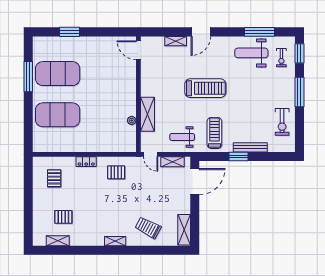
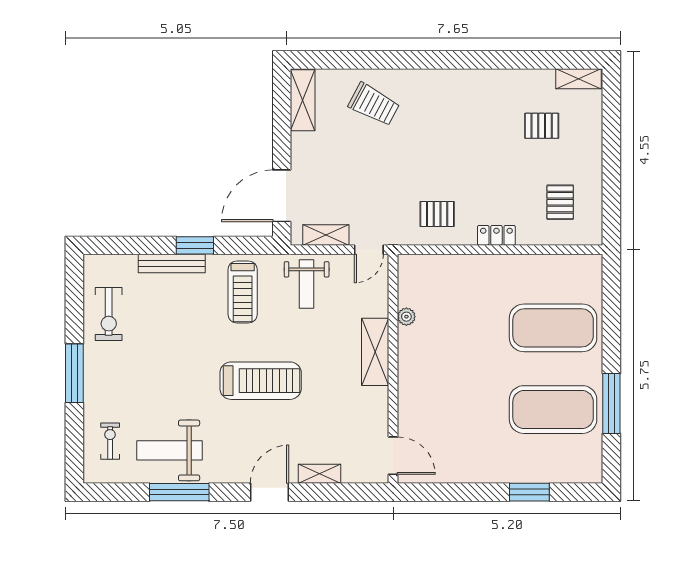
window: (260, 32) -> (179, 492), moved
weight bench: (251, 53) -> (170, 450), turned 180
window: (299, 53) -> (74, 450), removed
treadmill: (205, 88) -> (261, 381), turned 180
shelving: (147, 114) -> (375, 352), moved
exercise bike: (282, 122) -> (109, 314), turned 180
weight bench: (182, 137) -> (307, 284), turned 90
door: (151, 154) -> (369, 250), swing flipped
shelving: (58, 241) -> (578, 79), moved
shelving: (115, 241) -> (439, 78), removed

